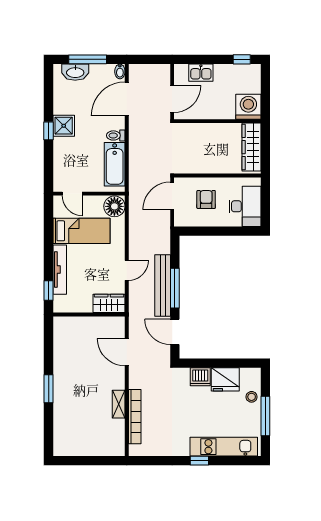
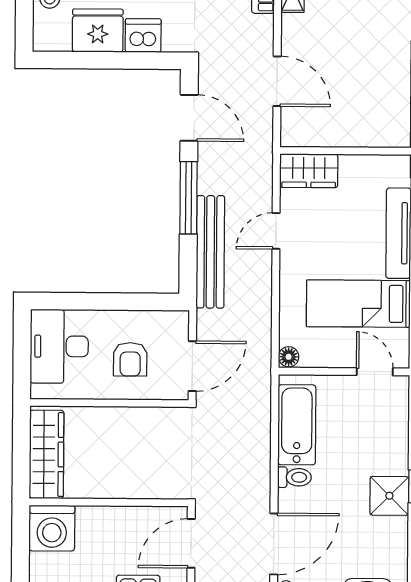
floor lamp: (114, 206) -> (289, 357), width x0.53, depth x0.53
bench: (163, 285) -> (210, 252), moved

